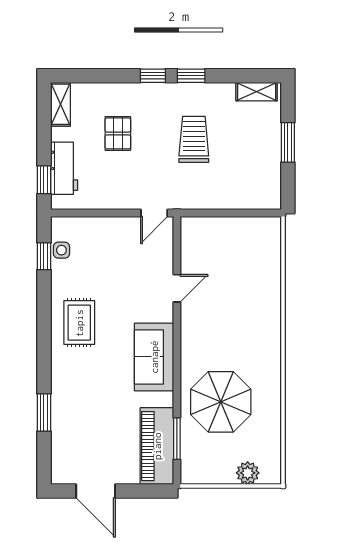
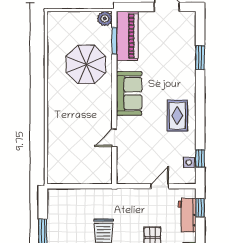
door: (154, 213) -> (160, 186), moved
plant: (248, 473) -> (105, 19), moved

